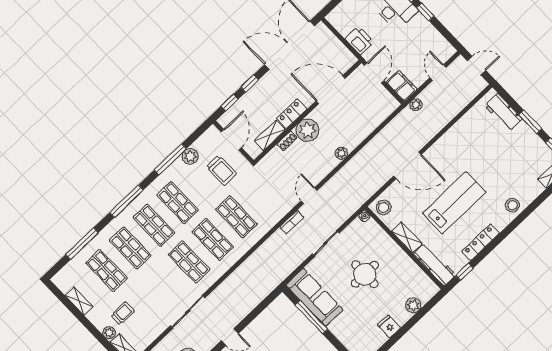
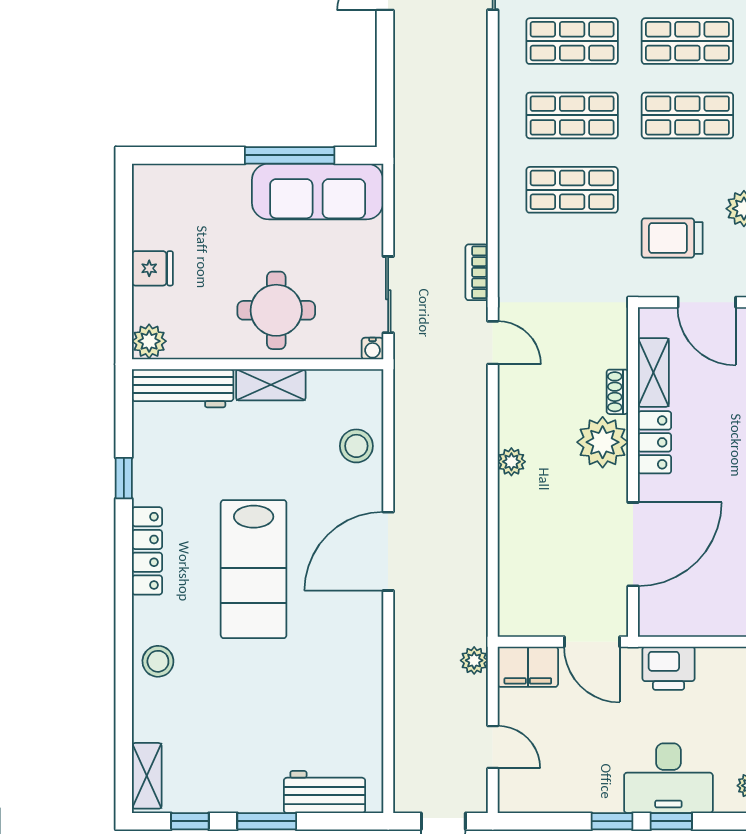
water cooler: (364, 216) -> (373, 349), moved
shelving: (407, 237) -> (271, 385), moved
wall: (404, 248) -> (258, 364), moved
workbench: (435, 264) -> (183, 388), moved

